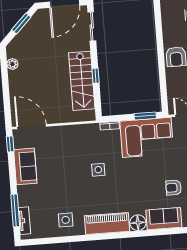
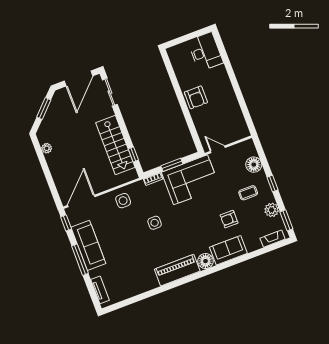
window: (96, 76) -> (133, 154), moved
window: (145, 116) -> (172, 165), moved
door: (32, 127) -> (81, 201), hinge flipped
sofa: (25, 166) -> (88, 245), width x1.36
window: (15, 210) -> (80, 260), moved
side table: (66, 220) -> (123, 201), moved

